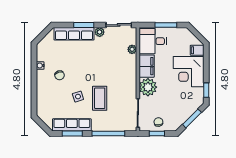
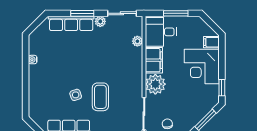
chair: (60, 75) -> (55, 71), removed

